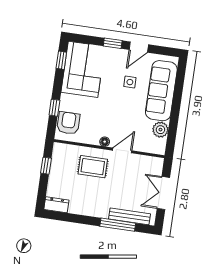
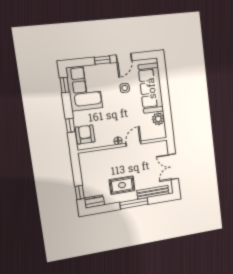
window: (46, 166) -> (80, 192), moved
rug: (93, 167) -> (122, 185), moved
window: (118, 225) -> (134, 203), moved

